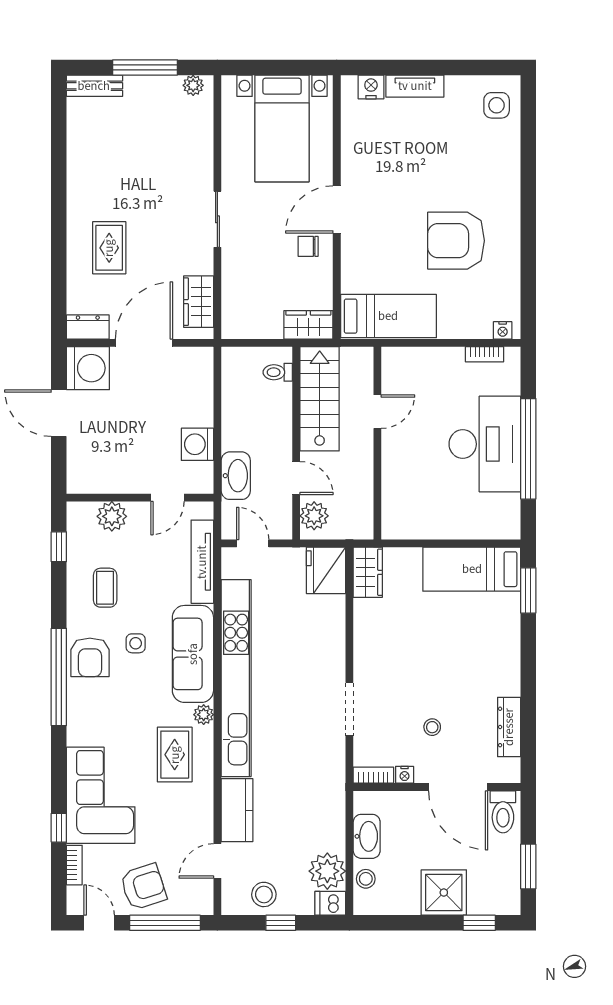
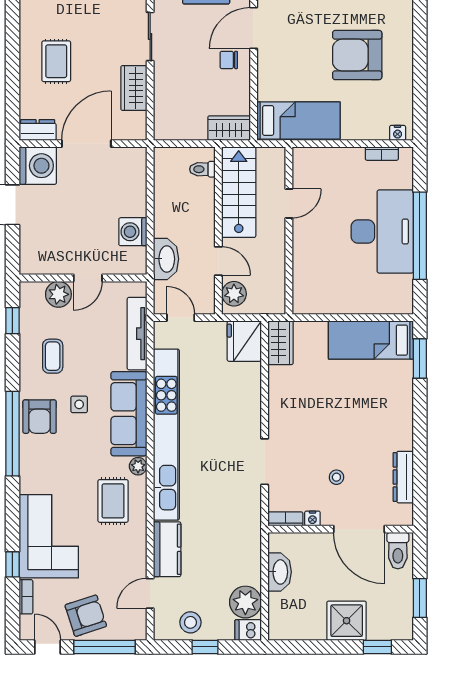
wardrobe: (199, 302) -> (134, 88), moved
door: (167, 498) -> (88, 278), moved
stool: (366, 879) -> (279, 609), removed

